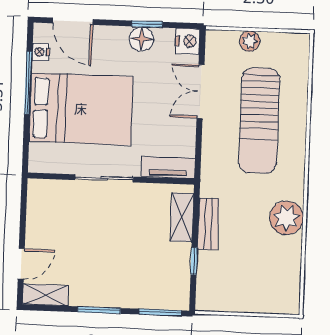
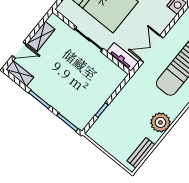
double door: (201, 92) -> (152, 49), moved
shelving: (182, 217) -> (41, 36), moved
bench: (208, 224) -> (141, 153), moved

